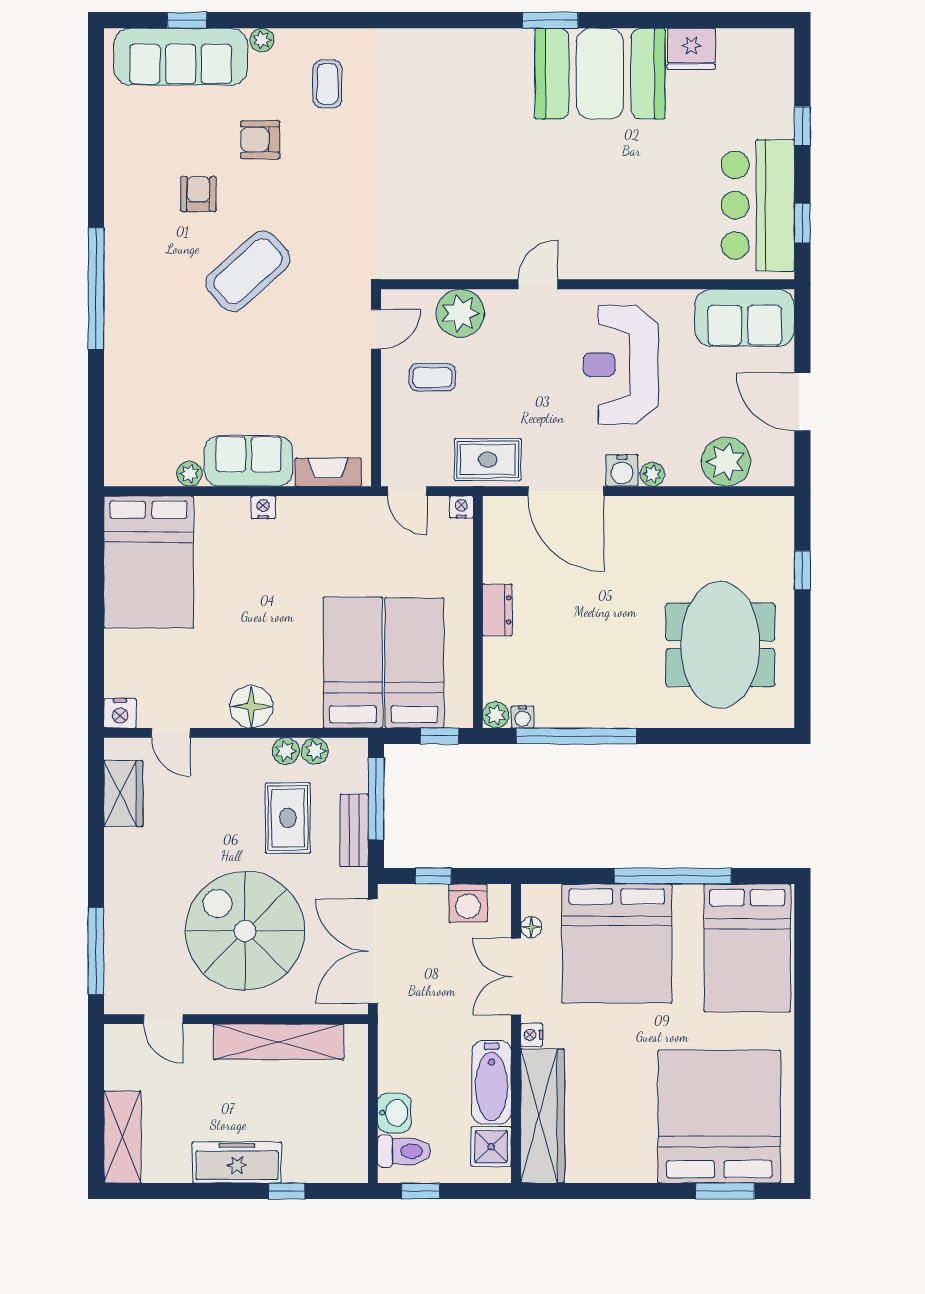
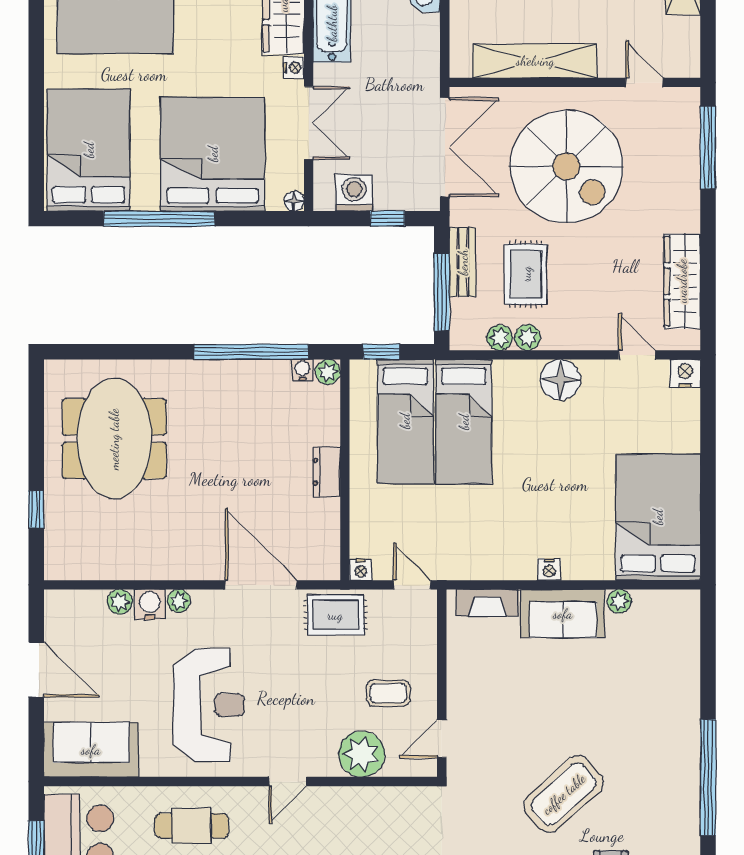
cafe table: (639, 238) -> (192, 826), added
plant: (726, 462) -> (120, 602), width x0.53, depth x0.53
water cooler: (622, 470) -> (150, 605), moved
wardrobe: (123, 793) -> (682, 281), width x1.50
floor lamp: (531, 927) -> (294, 201), moved

